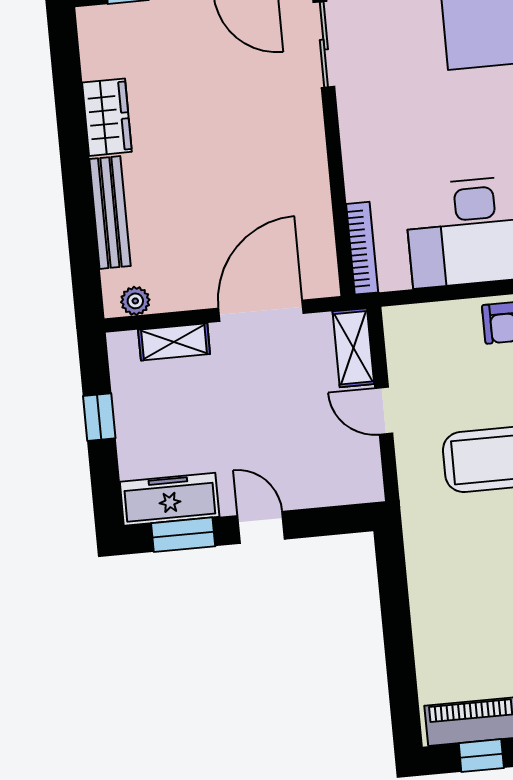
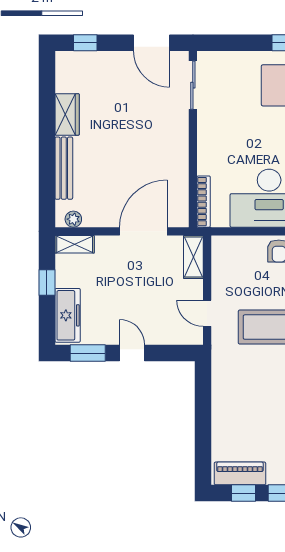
shelving: (174, 342) -> (75, 244), moved
door: (384, 411) -> (207, 313), moved
freezer: (170, 499) -> (68, 315), moved, turned 90

